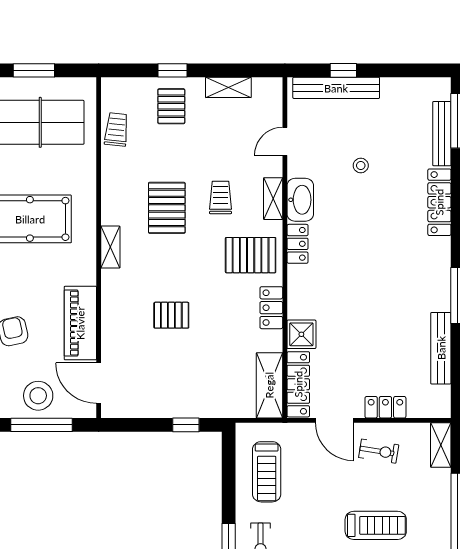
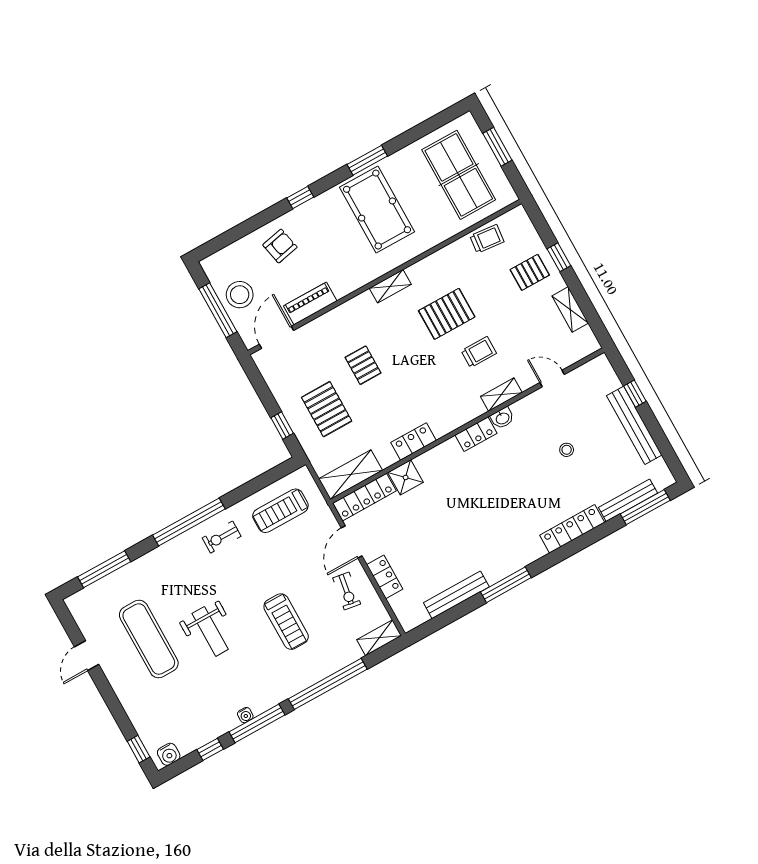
bench: (336, 88) -> (634, 425), moved
washbasin: (300, 200) -> (502, 418), width x0.52, depth x0.69
pallet: (251, 255) -> (327, 409), moved
piano: (80, 323) -> (310, 304), width x0.73, depth x0.75

